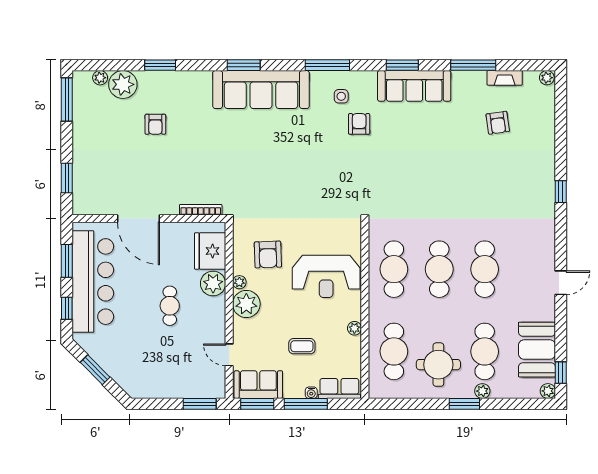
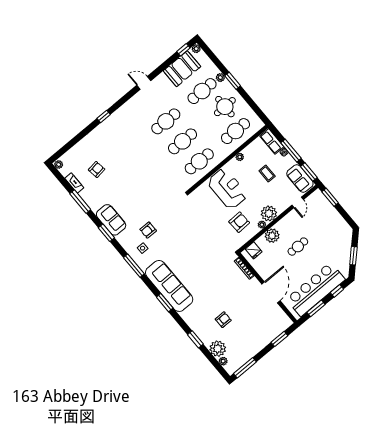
sofa: (414, 86) -> (111, 220), width x0.73
fridge: (210, 251) -> (254, 250), width x0.53, depth x0.75

